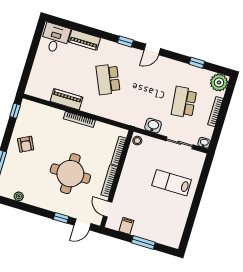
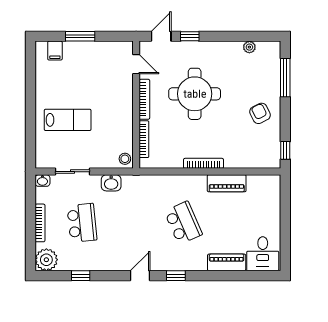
filing cabinet: (126, 226) -> (55, 51), moved

